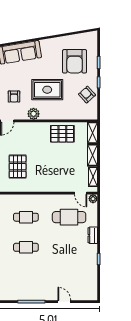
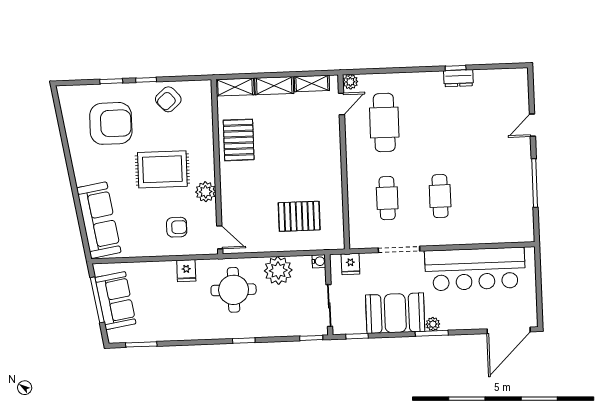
rug: (47, 90) -> (162, 169), turned 90
dresser: (93, 235) -> (458, 78), moved

